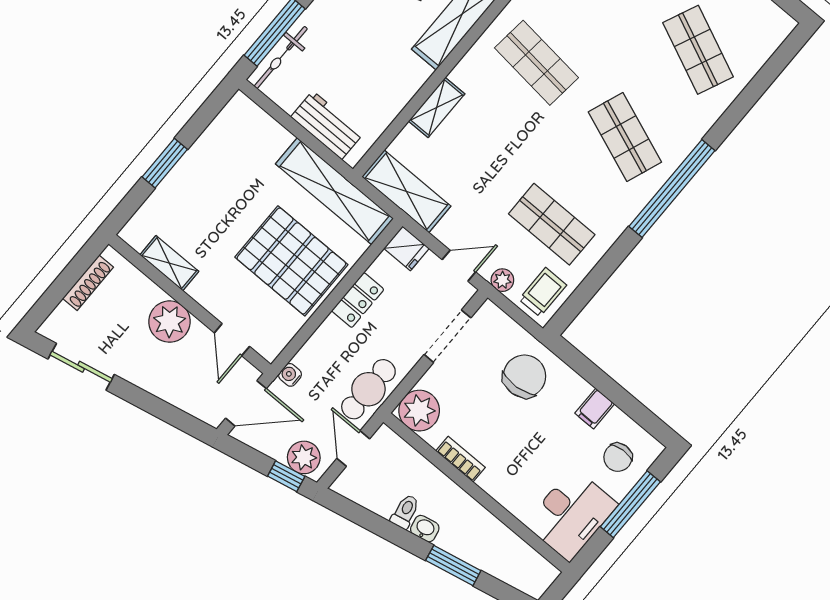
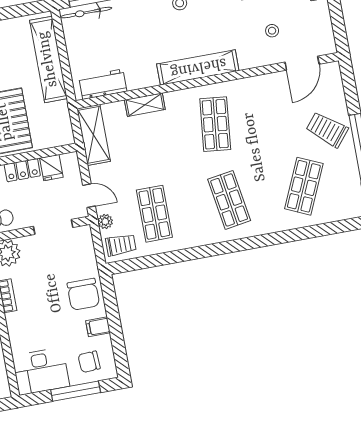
workbench: (327, 125) -> (103, 84), moved, turned -90
shop shelf: (625, 137) -> (229, 200), turned -30
window: (672, 189) -> (231, 246), removed
shelving: (334, 191) -> (48, 59), moved
fridge: (406, 248) -> (51, 168), moved
chair: (524, 376) -> (83, 294), moved, turned 94

